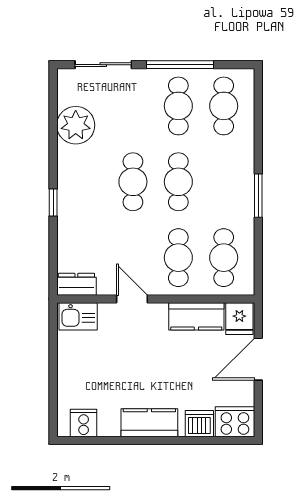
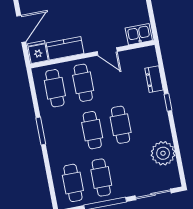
dresser: (76, 284) -> (154, 79), moved, turned 90

